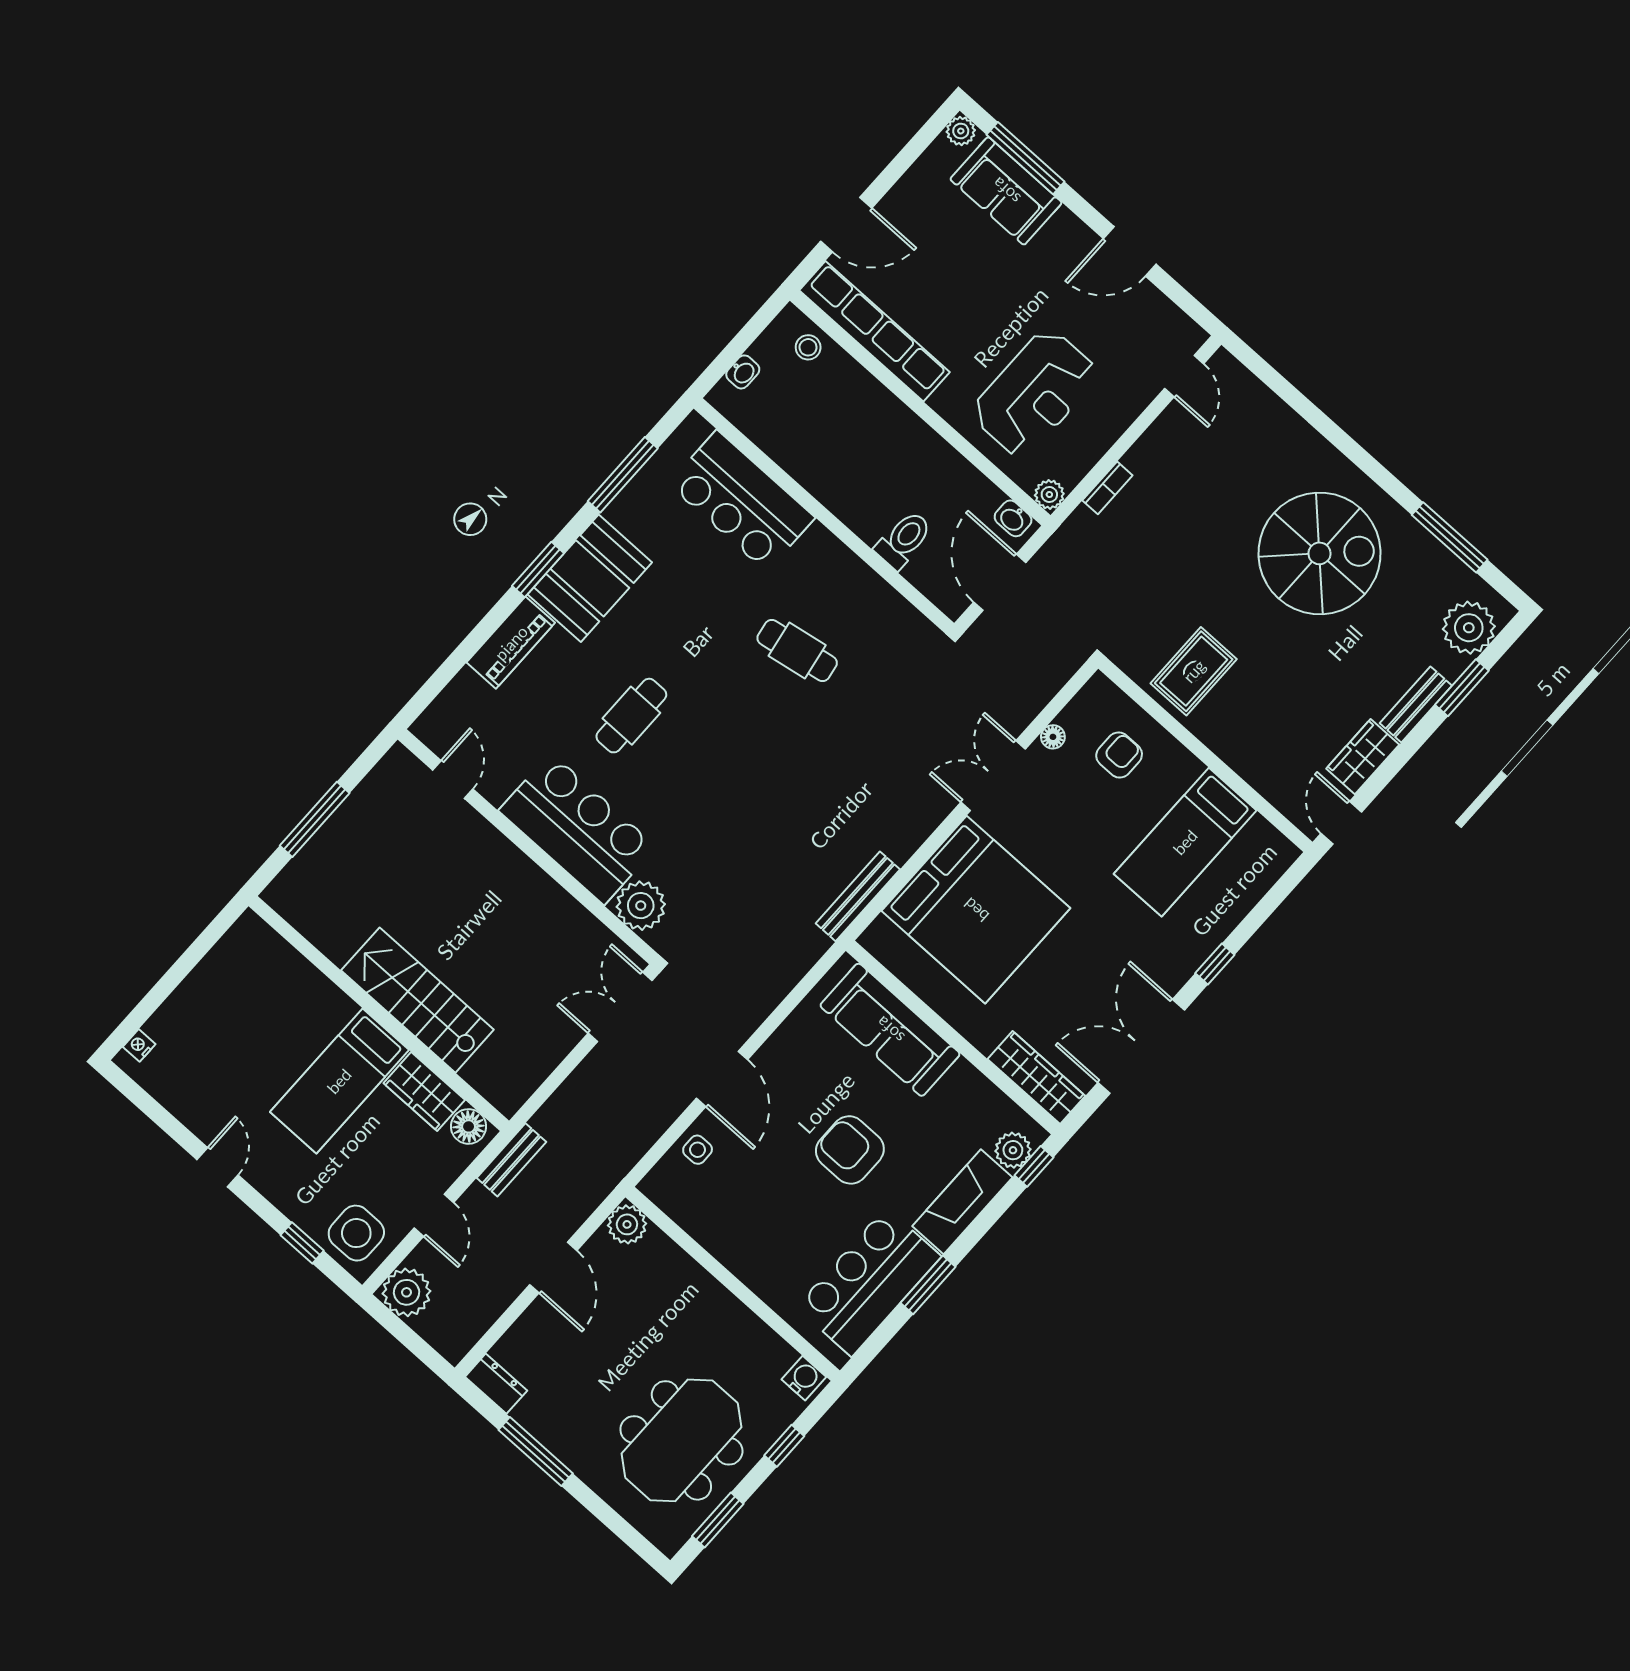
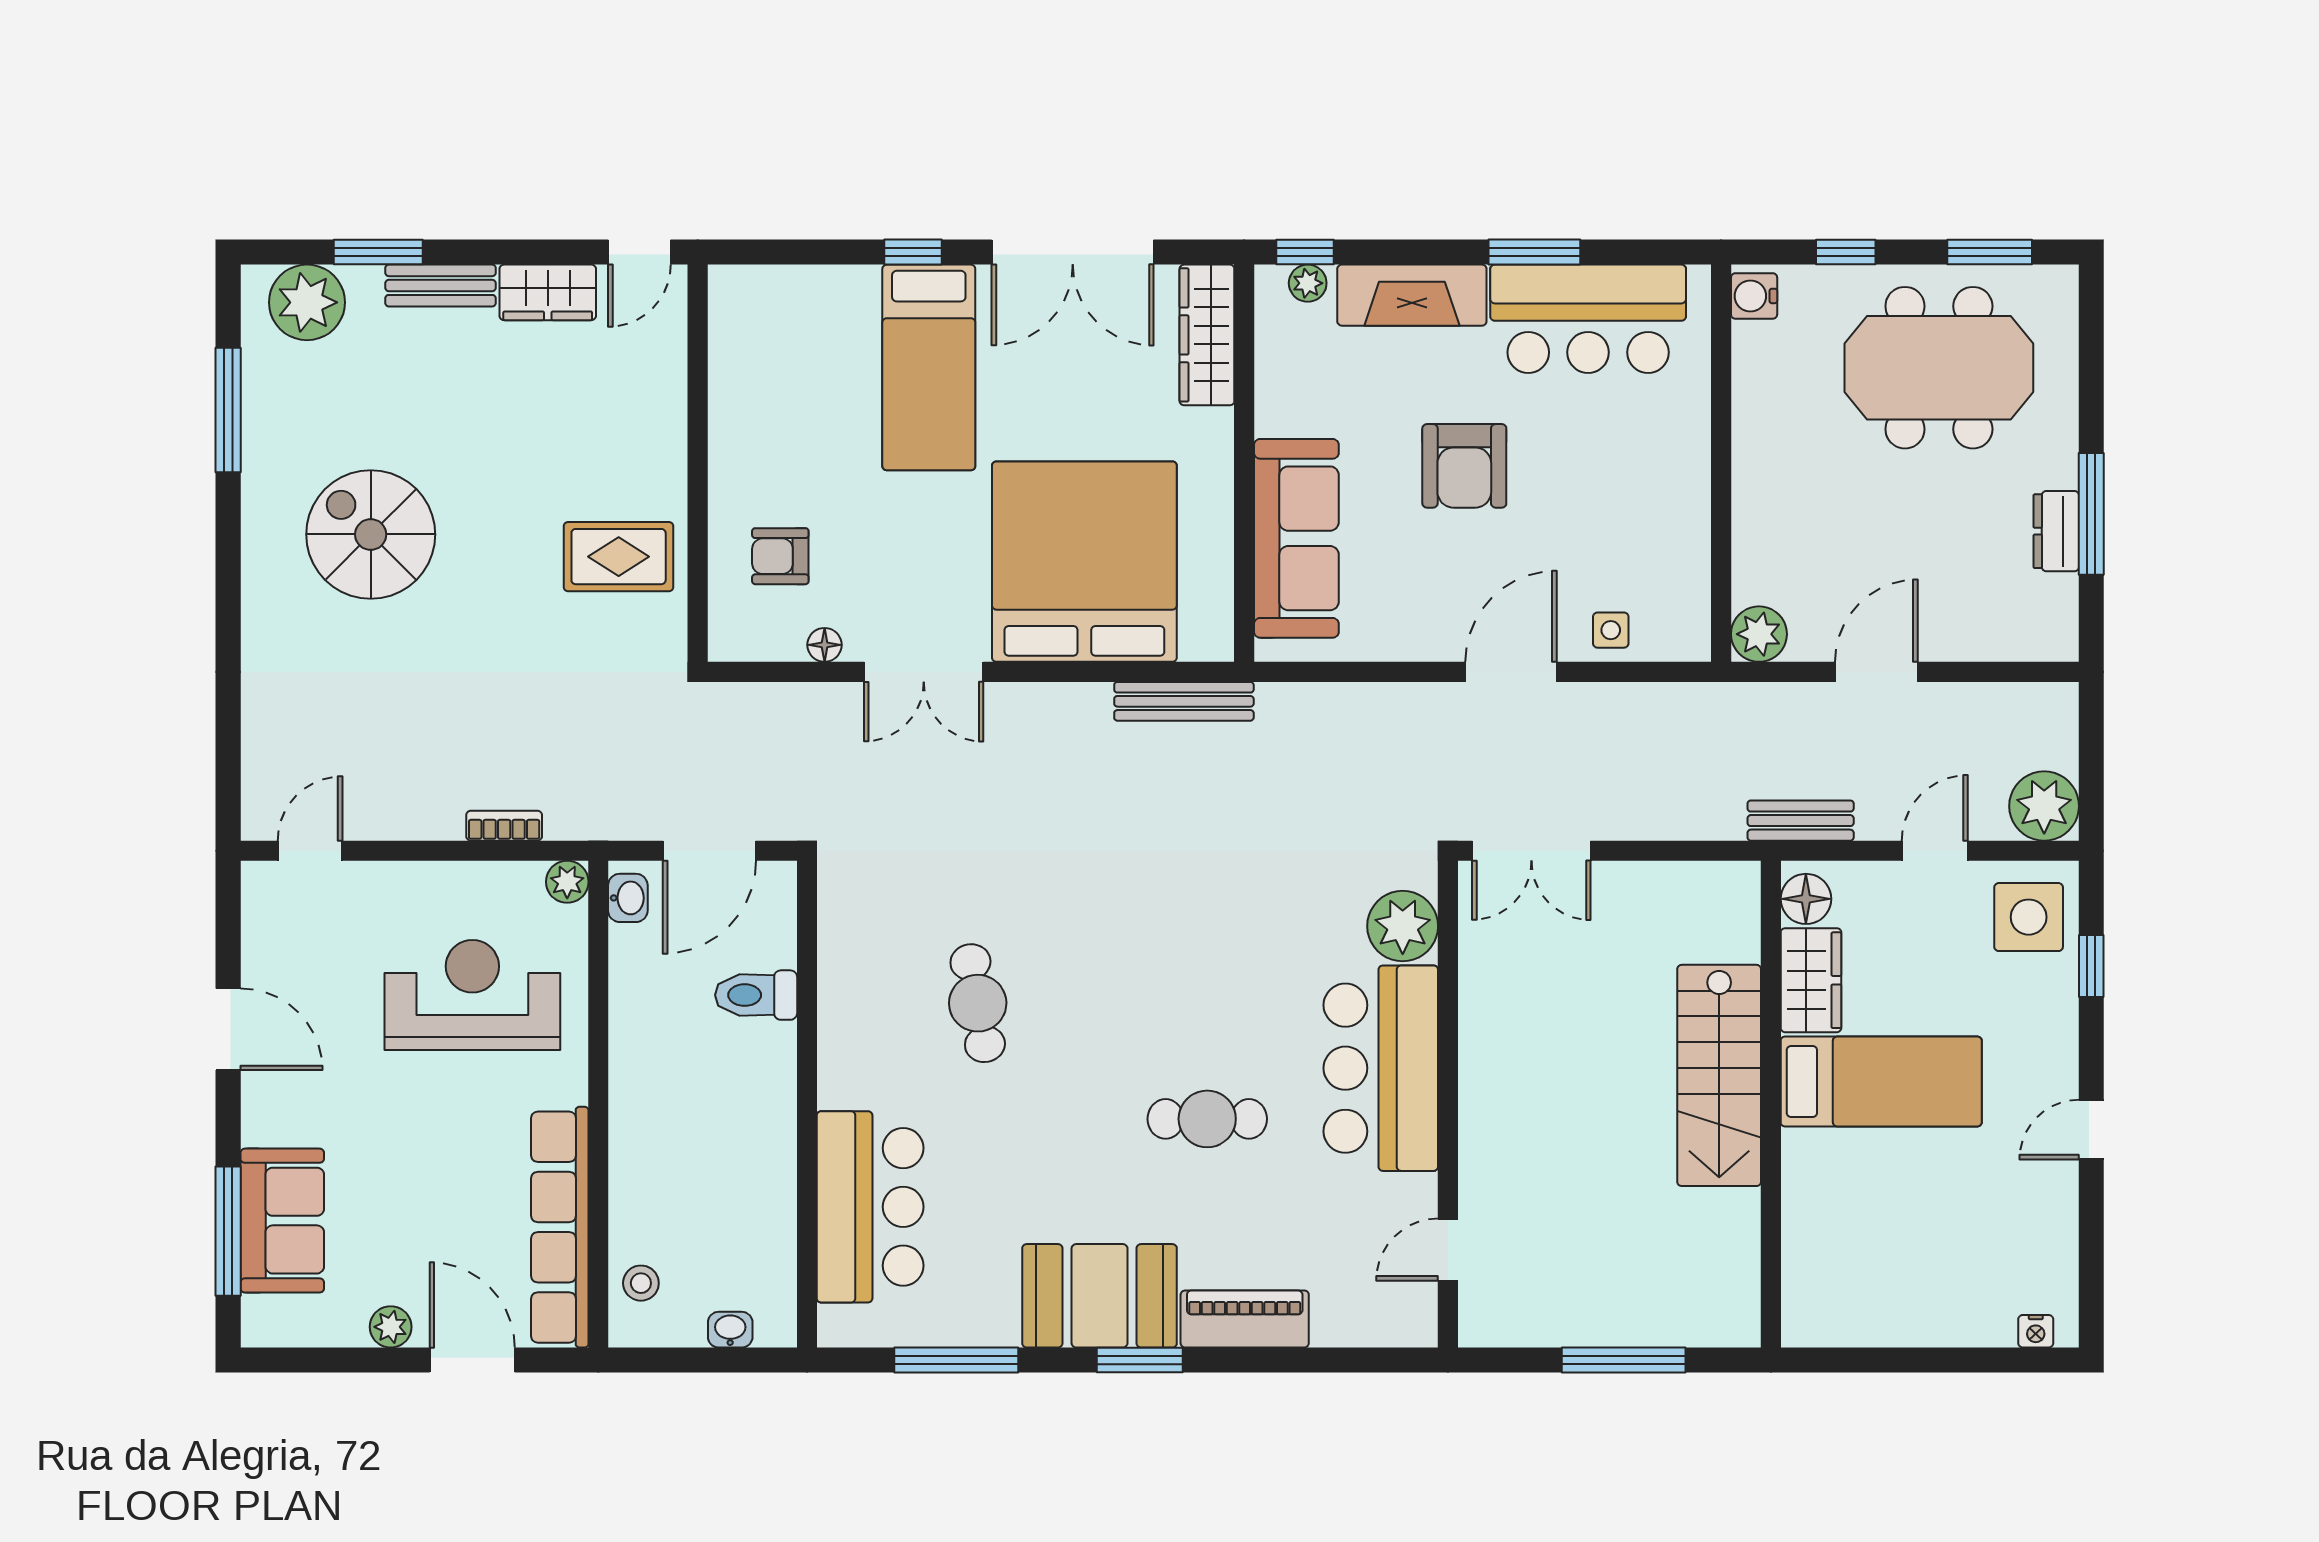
plant: (961, 131) -> (391, 1327), moved
spiral stairs: (1319, 553) -> (371, 534), width x0.73, depth x0.73
bed: (1185, 842) -> (929, 367), moved, turned 90
plant: (1013, 1150) -> (1308, 283), width x0.73, depth x0.73
dresser: (496, 1384) -> (2056, 531), moved

